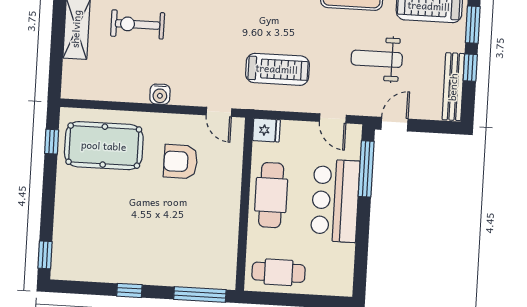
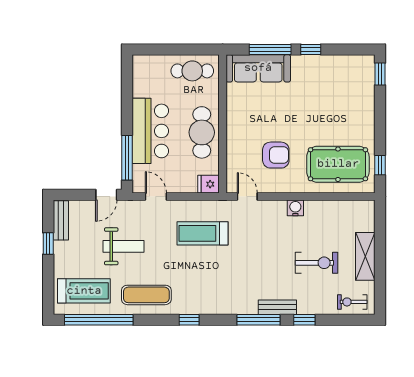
window: (473, 25) -> (48, 278), removed
bench: (453, 87) -> (61, 220), width x0.73
sofa: (196, 271) -> (258, 68), added
window: (200, 294) -> (270, 50), moved

